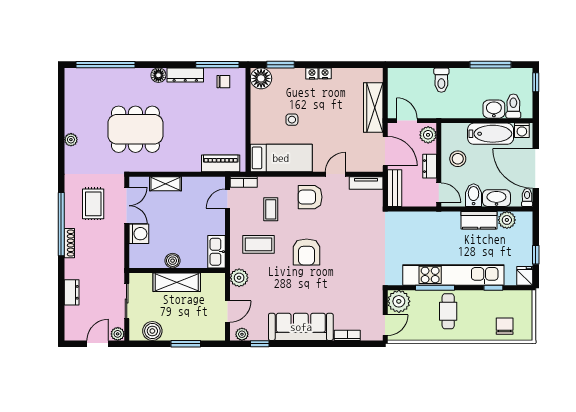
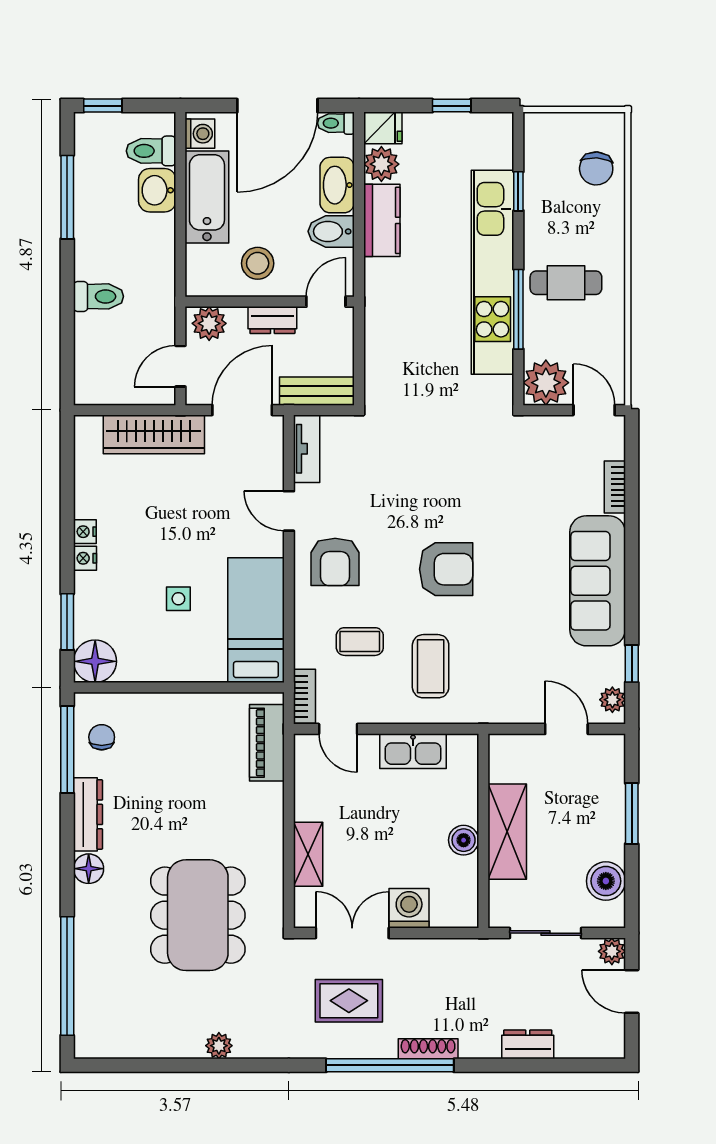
kitchen sink: (217, 252) -> (413, 751), moved
fridge: (525, 276) -> (383, 128), moved, turned 180
plant: (239, 278) -> (498, 706), removed
chair: (505, 326) -> (596, 168), turned -86

